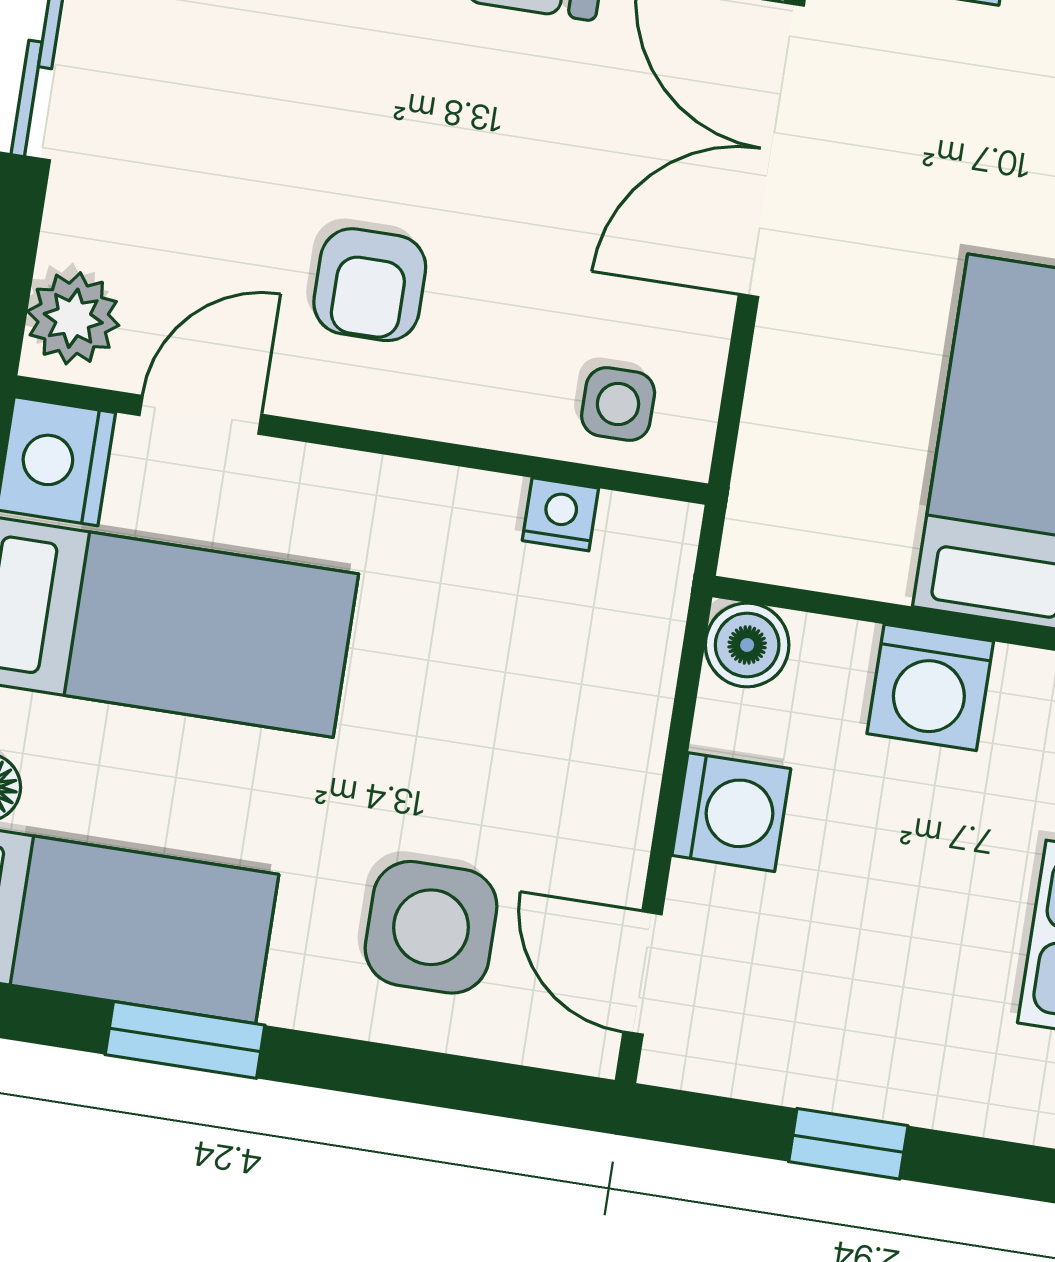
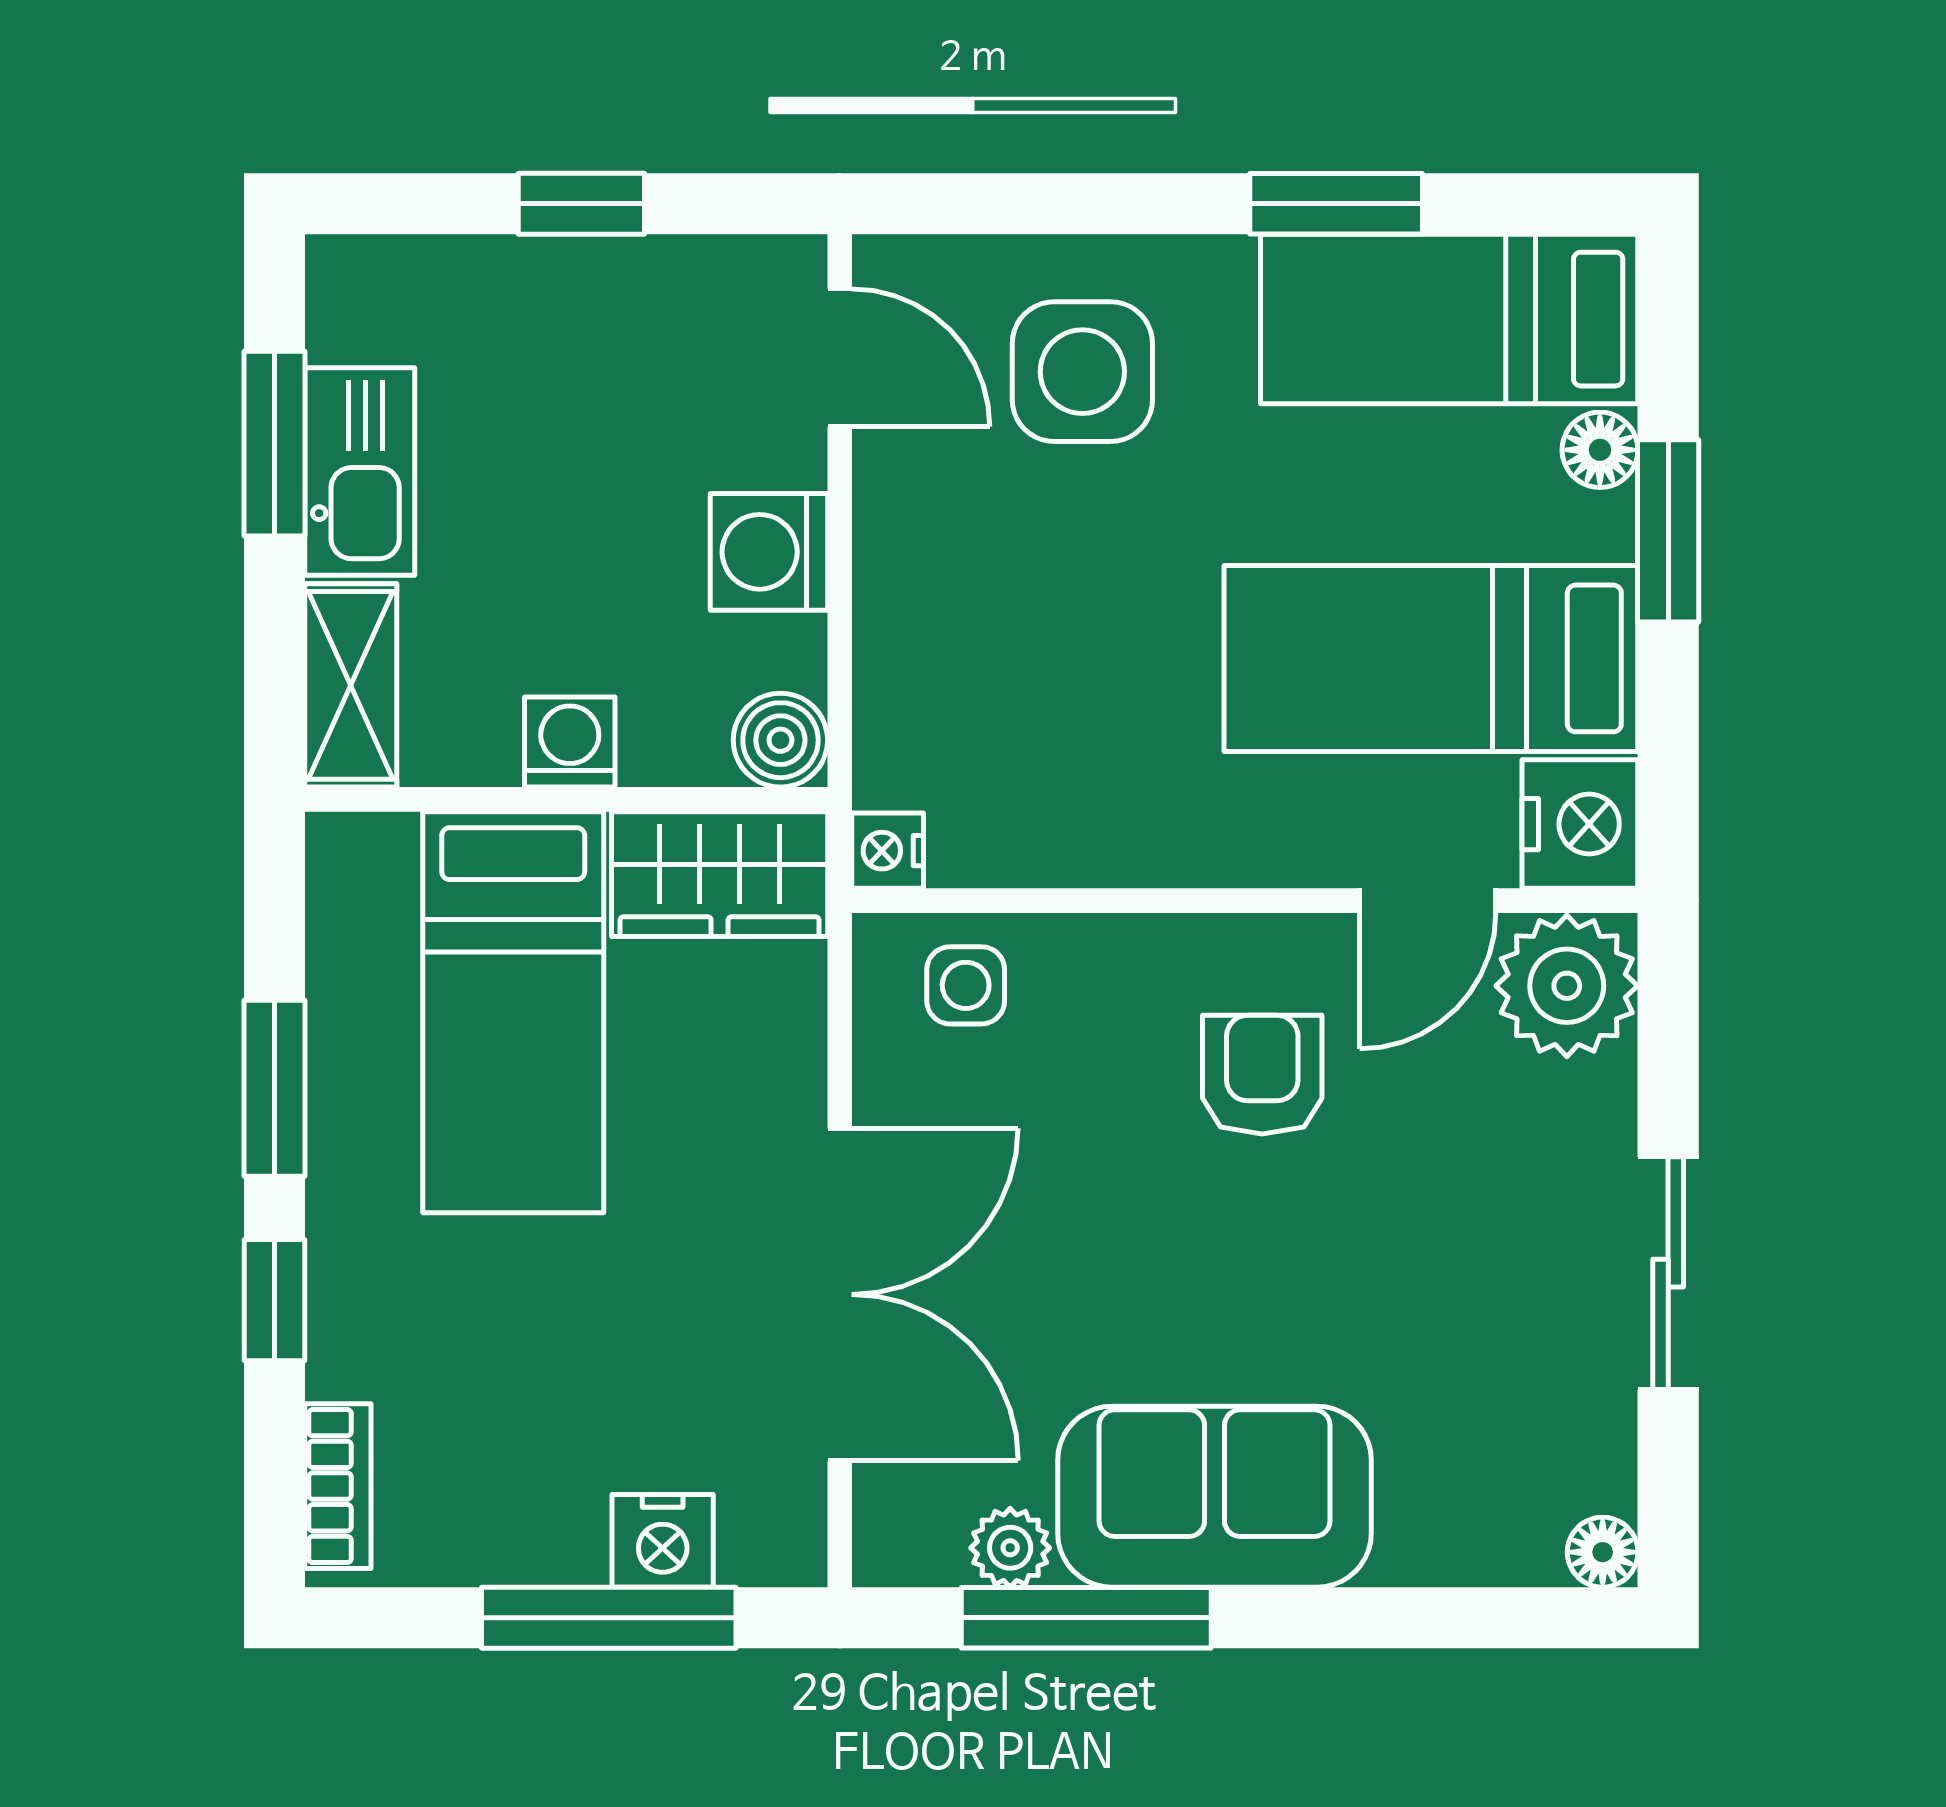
plant: (73, 318) -> (1567, 986), width x1.36, depth x1.36
nightstand: (560, 514) -> (888, 851), moved, turned 90
wardrobe: (819, 536) -> (720, 874), added
washing machine: (930, 687) -> (570, 742), width x0.73, depth x0.73

